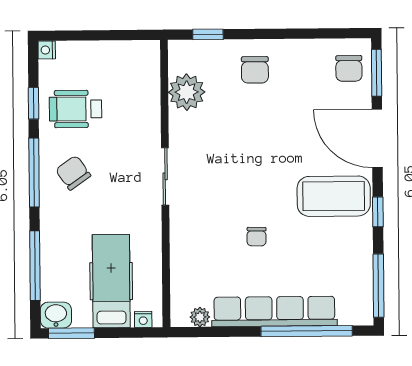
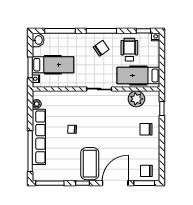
hospital bed: (134, 88) -> (138, 76), added
window: (33, 103) -> (143, 31), moved
window: (71, 333) -> (30, 67), moved

